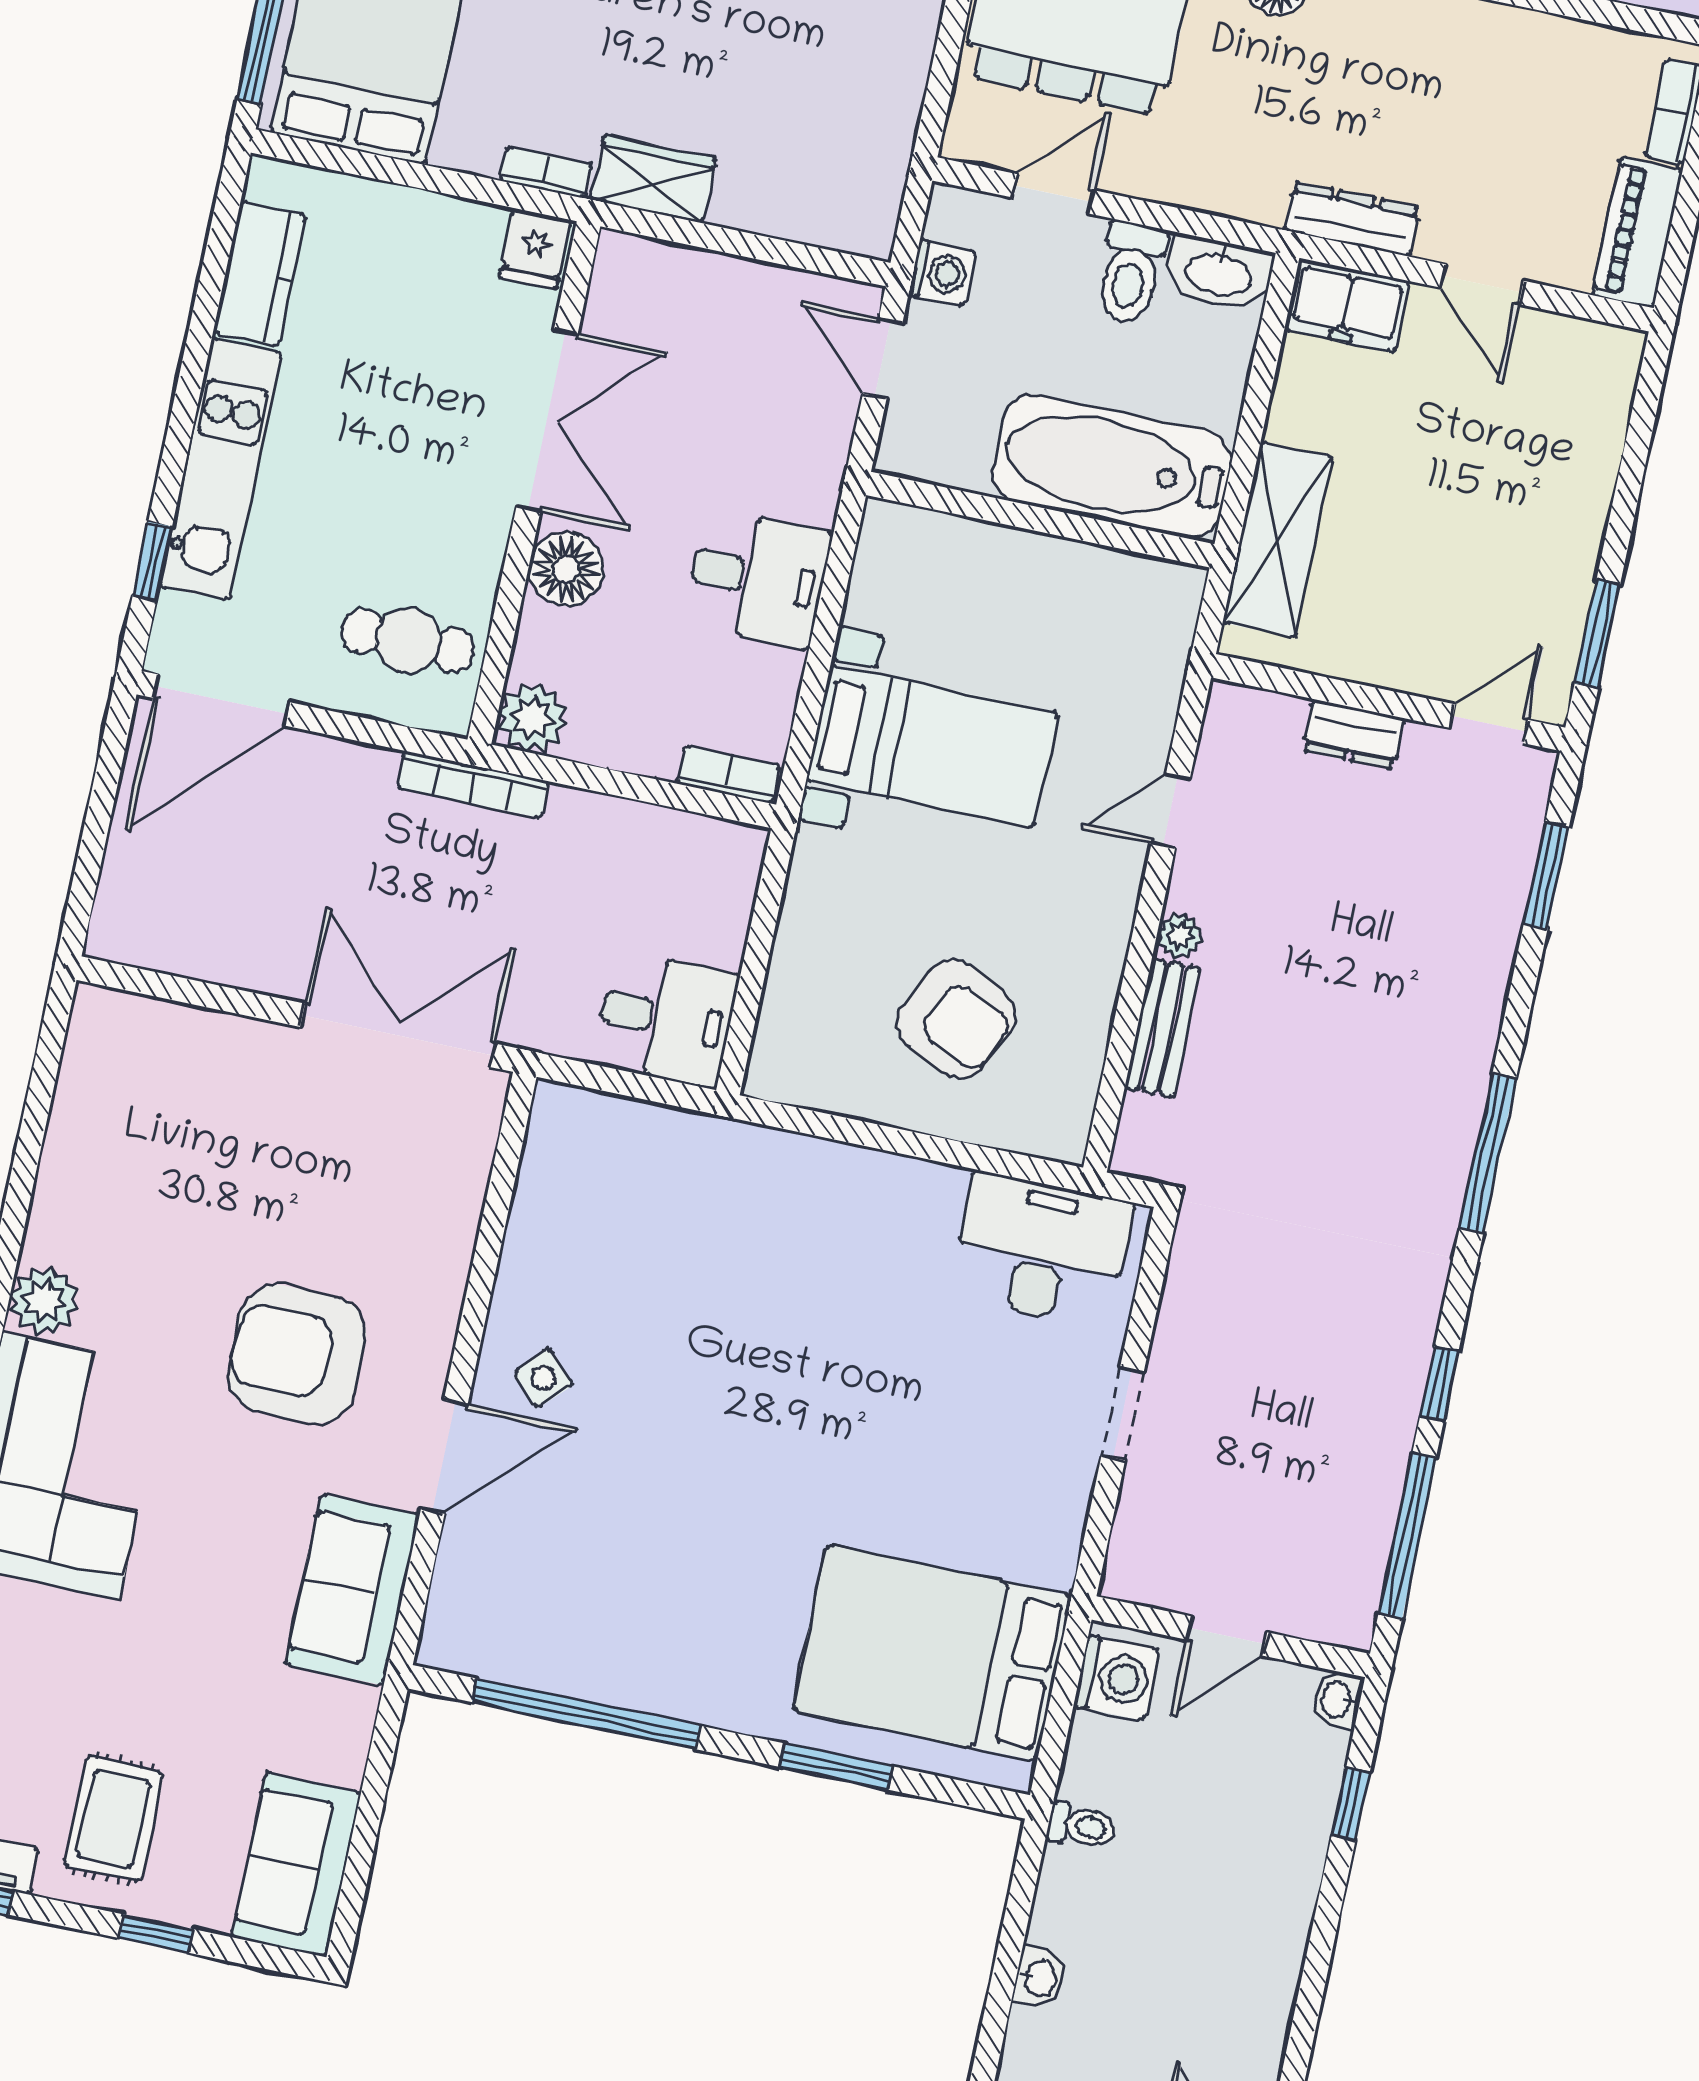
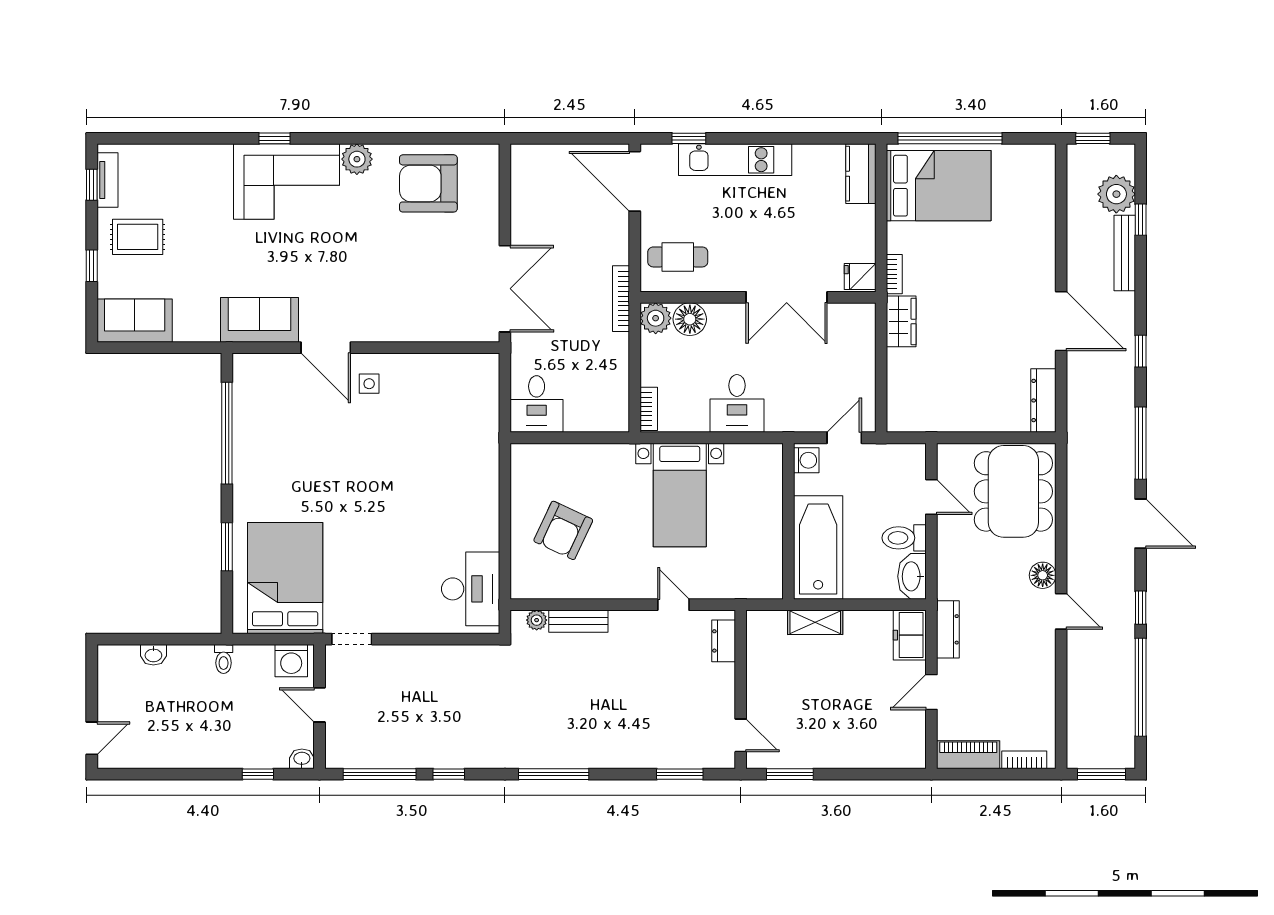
washing machine: (942, 273) -> (806, 460), moved, turned -90
kitchen counter: (259, 274) -> (861, 174), moved, turned 90
shelving: (1278, 540) -> (815, 622), width x0.67, depth x0.75
floor lamp: (566, 569) -> (690, 319), moved
cafe table: (408, 640) -> (678, 257), turned 90
dresser: (1353, 734) -> (724, 641), moved
plant: (1180, 936) -> (537, 620), moved
armchair: (297, 1354) -> (428, 183), moved, turned -90
side table: (544, 1378) -> (369, 384), turned 45
doorway: (1123, 1414) -> (352, 639), moved

